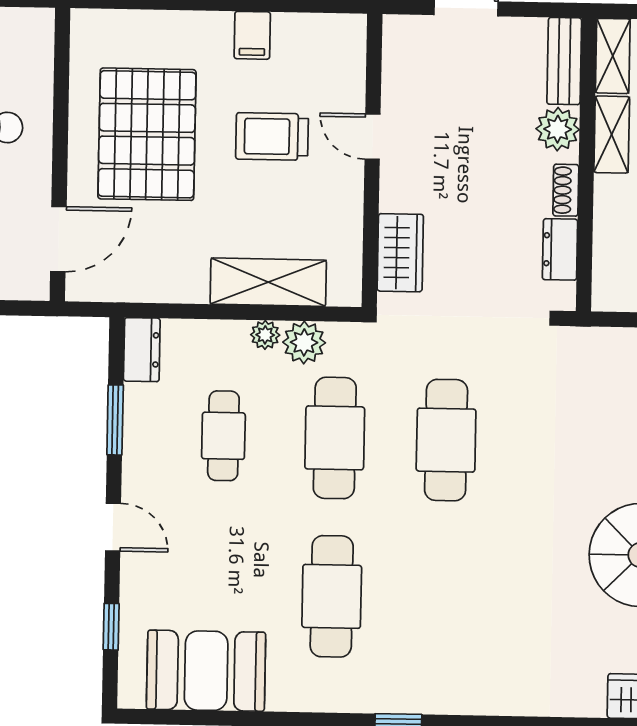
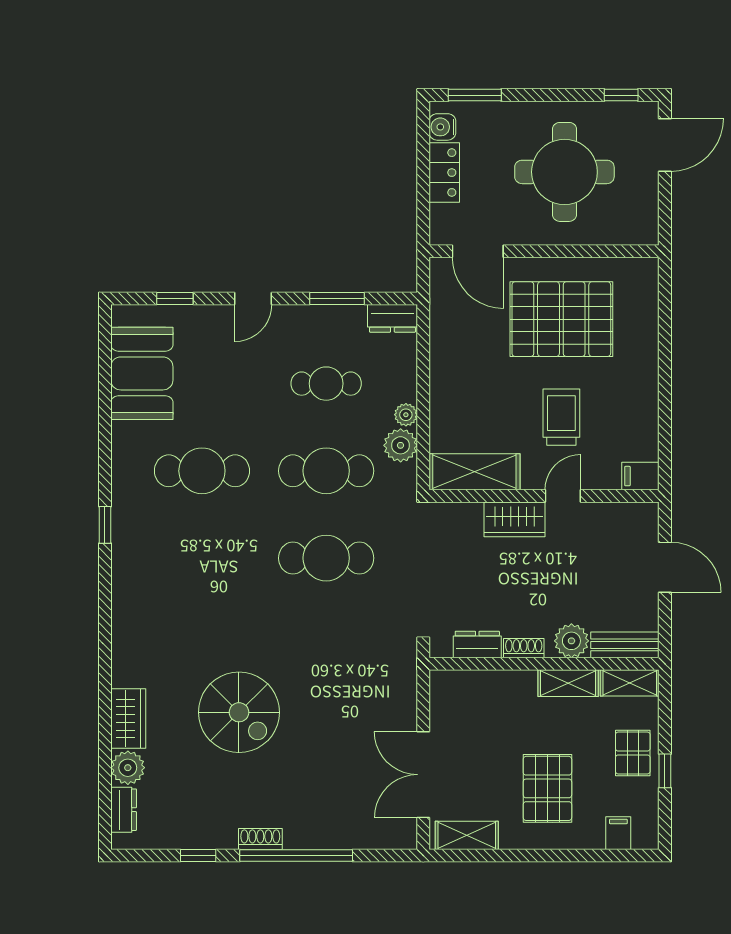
filing cabinet: (252, 35) -> (640, 476), moved
wardrobe: (400, 253) -> (515, 519), moved
shelving: (268, 282) -> (474, 472), moved, turned 90

